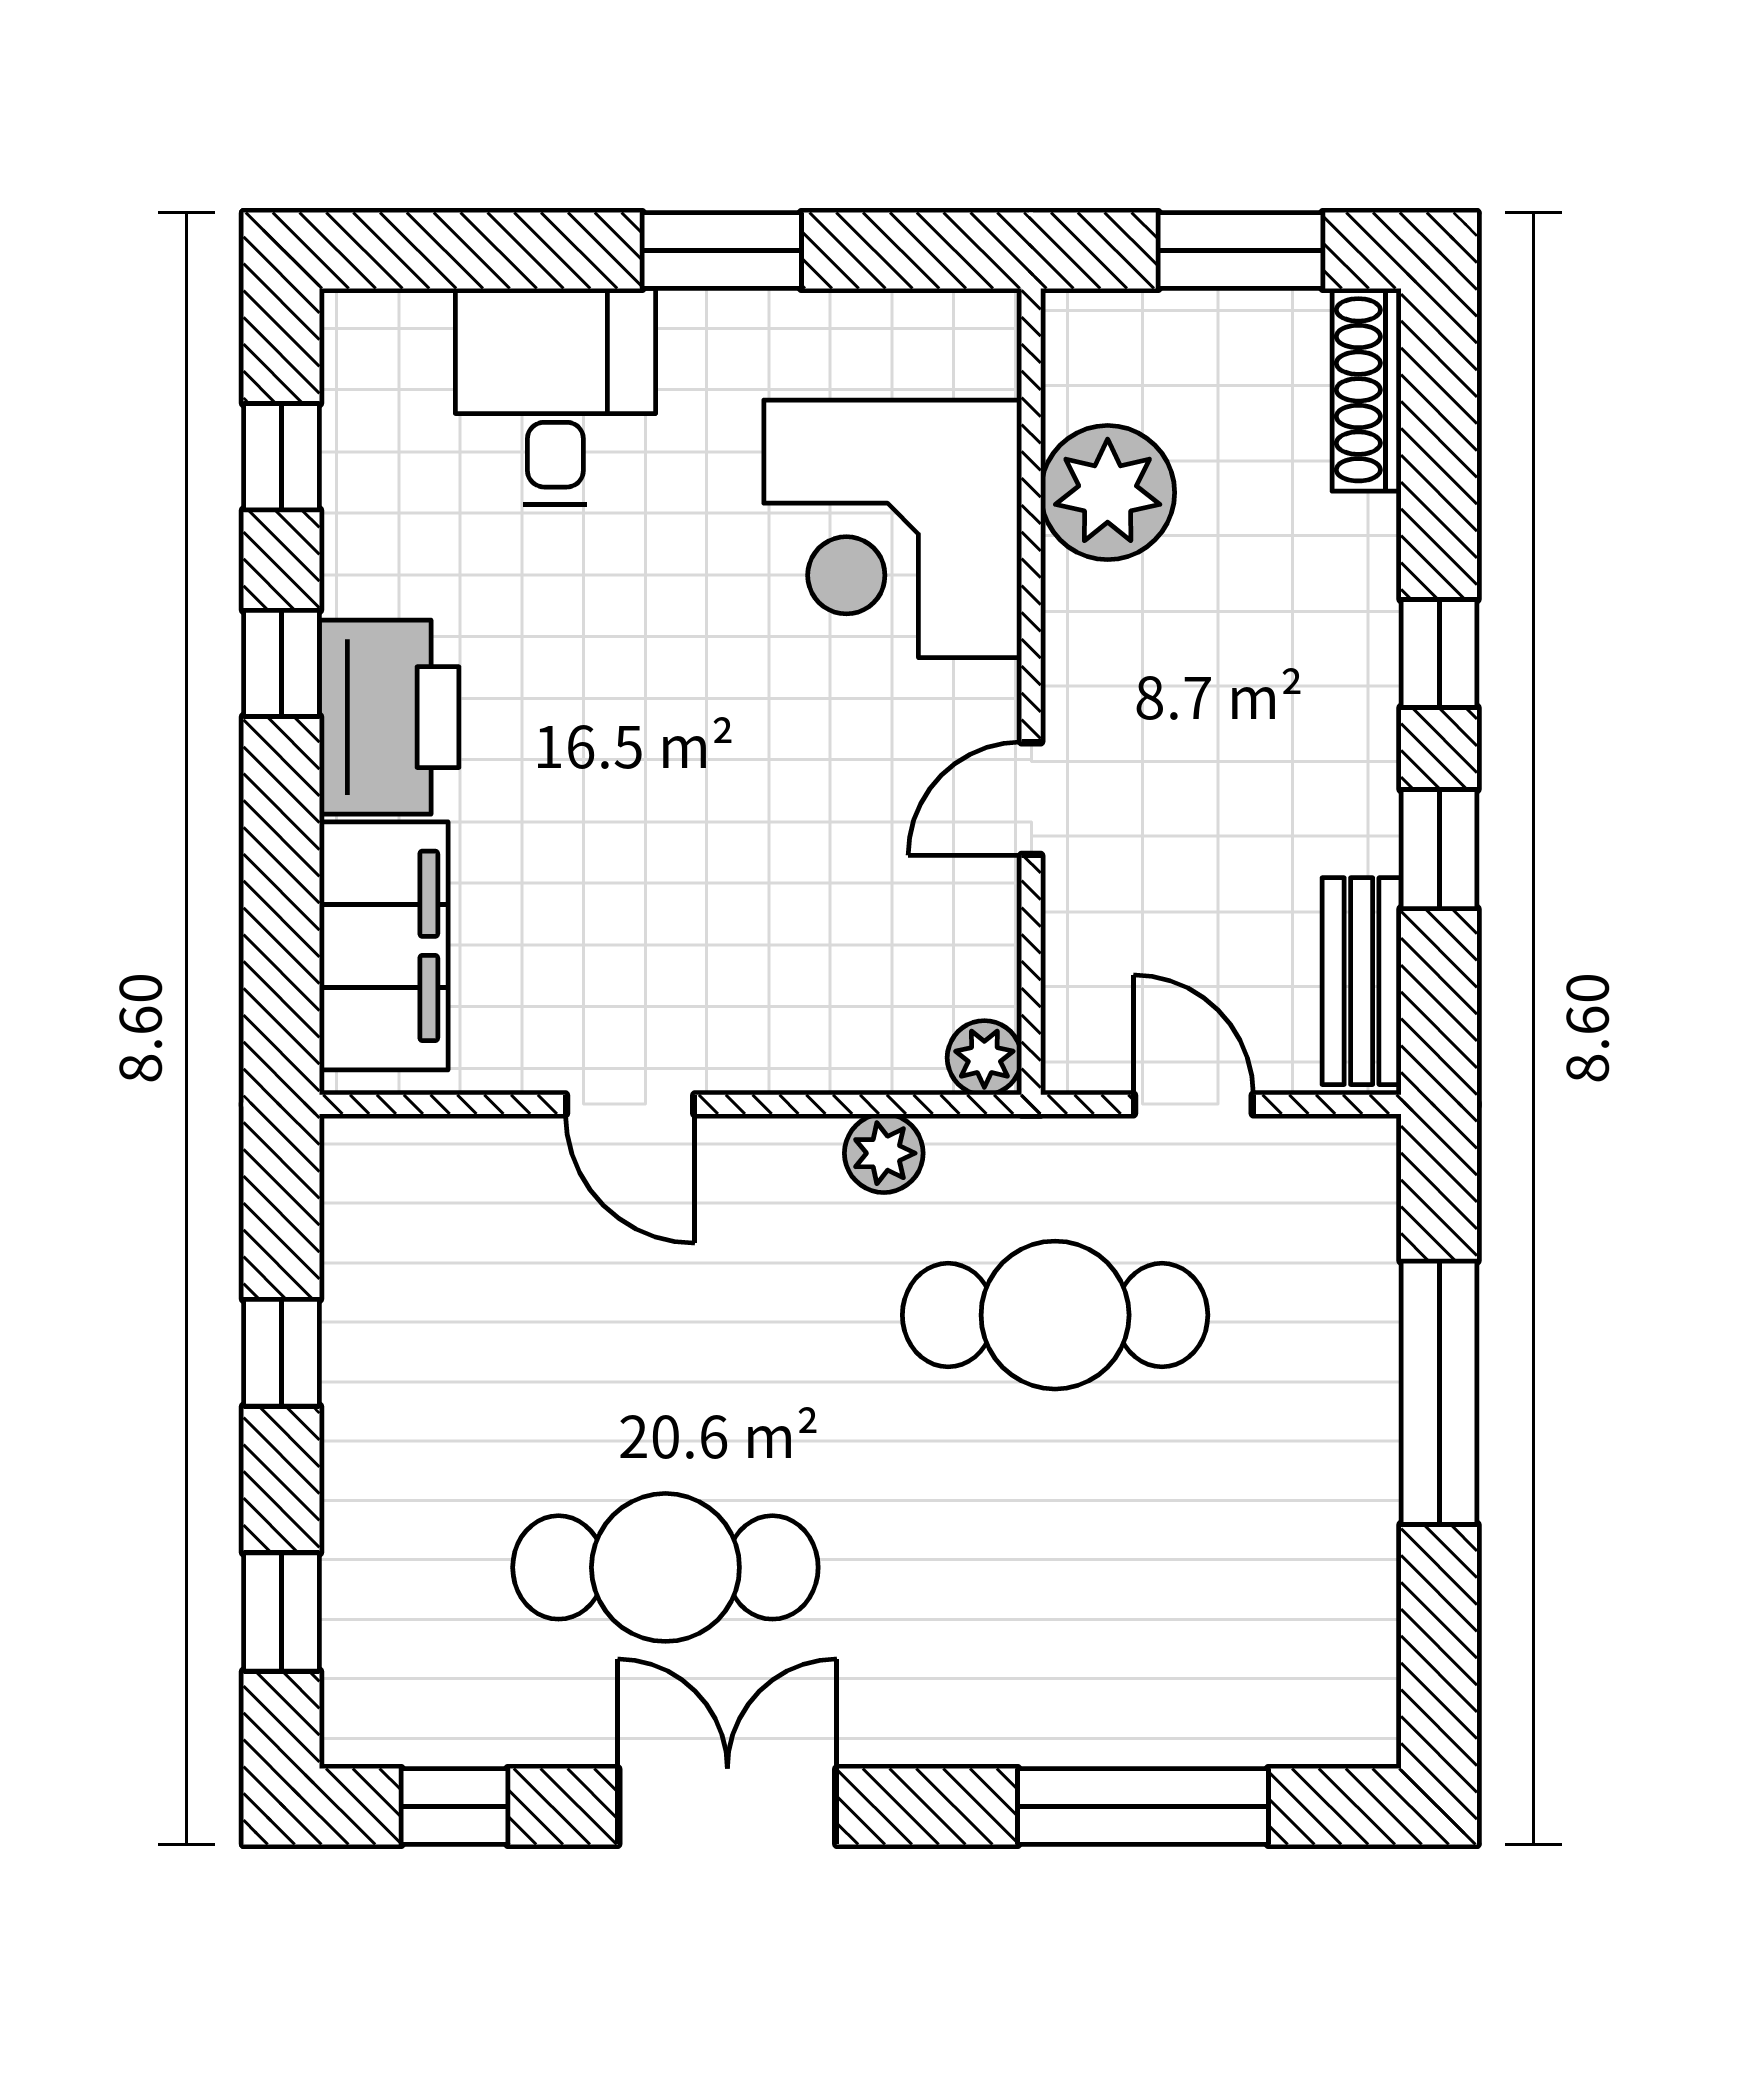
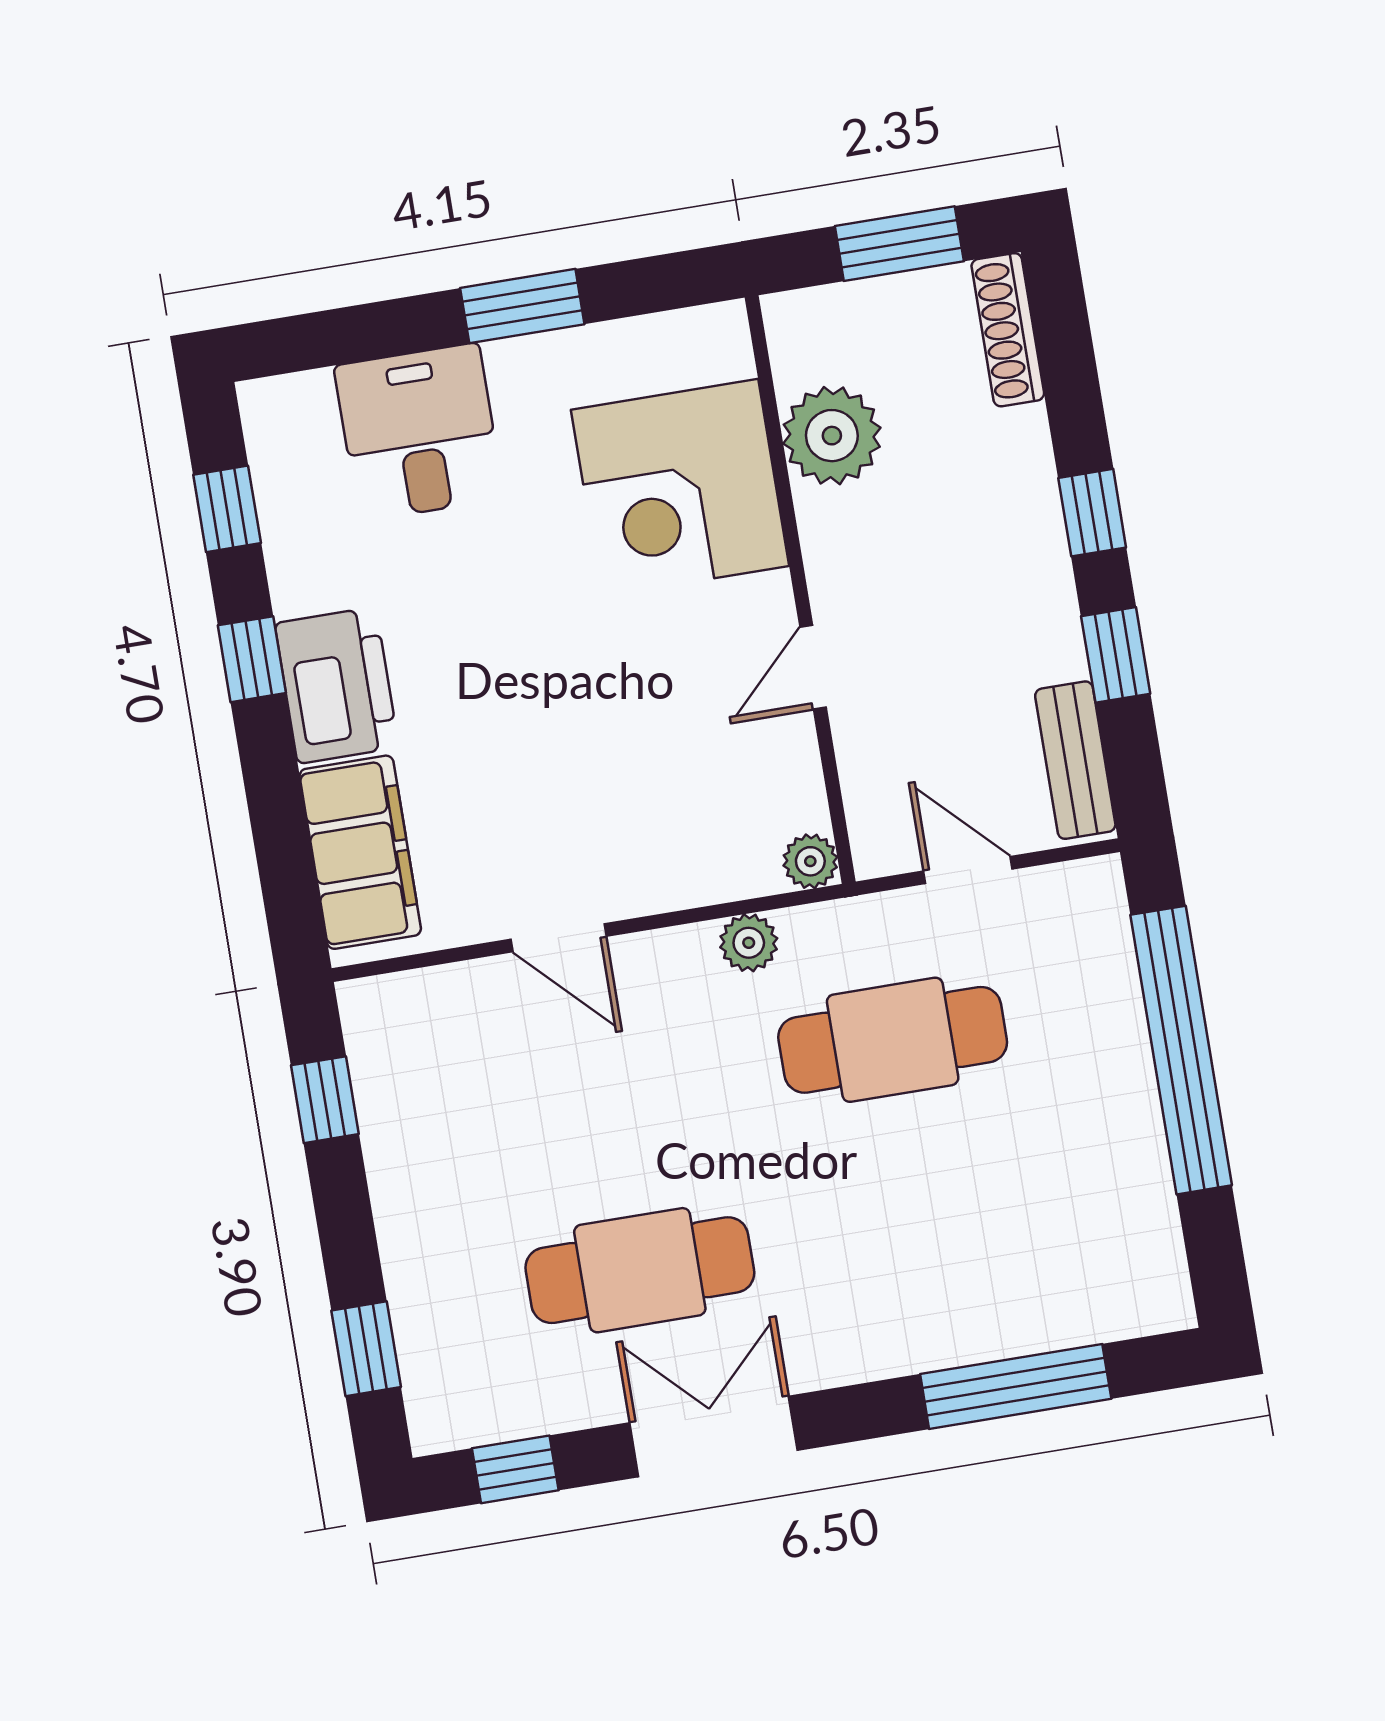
window: (281, 1353) -> (325, 1100), moved
window: (1439, 1393) -> (1181, 1050), width x1.46

